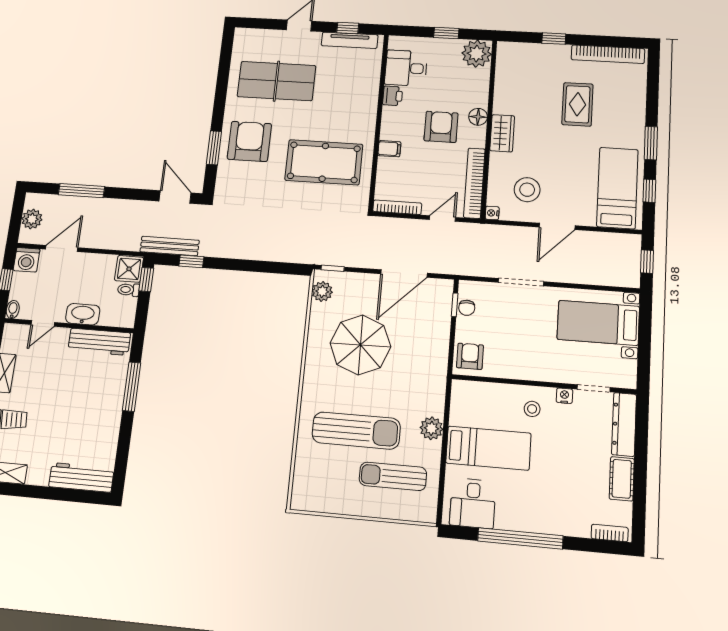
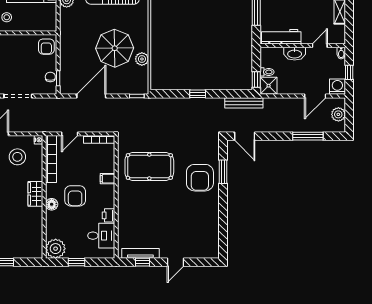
table tennis table: (276, 81) -> (187, 221), removed
window: (191, 261) -> (198, 94), moved
plant: (322, 291) -> (142, 59), moved

